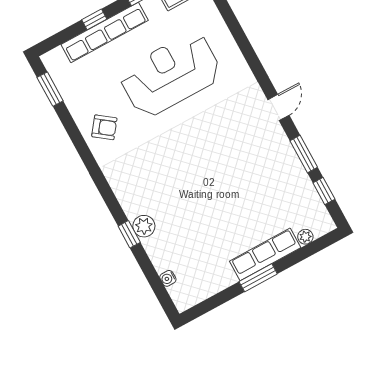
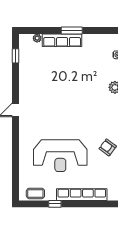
window: (94, 19) -> (83, 204), removed
window: (304, 154) -> (15, 80), removed

